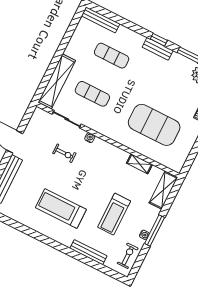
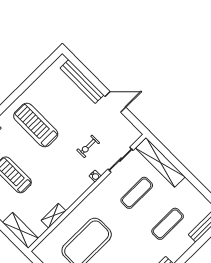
treadmill: (61, 208) -> (36, 125), turned -90

